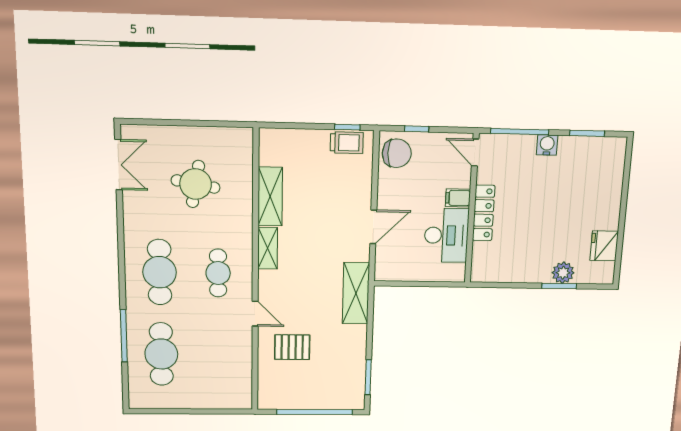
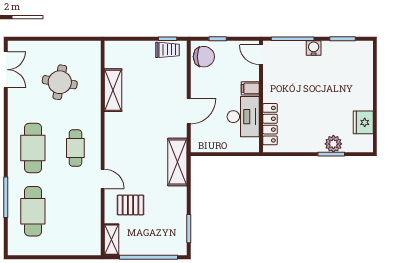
locker: (484, 213) -> (270, 124), moved
shelving: (268, 248) -> (112, 240), moved

